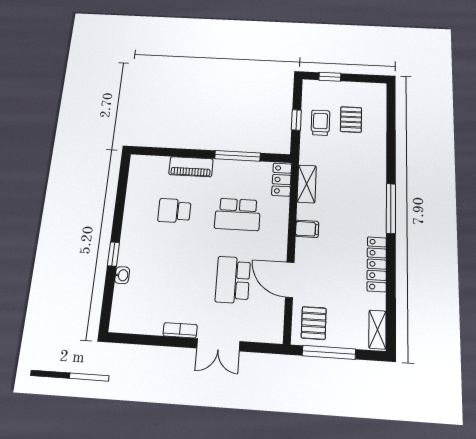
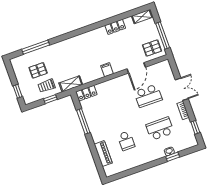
piano: (191, 167) -> (103, 154), moved
shelving: (307, 184) -> (71, 84), moved
window: (391, 208) -> (36, 47), moved
school desk: (238, 214) -> (160, 129), moved, turned -90
window: (113, 254) -> (173, 157), moved
locker: (377, 264) -> (115, 27), width x0.66
window: (141, 340) -> (195, 127), added

